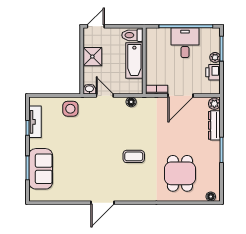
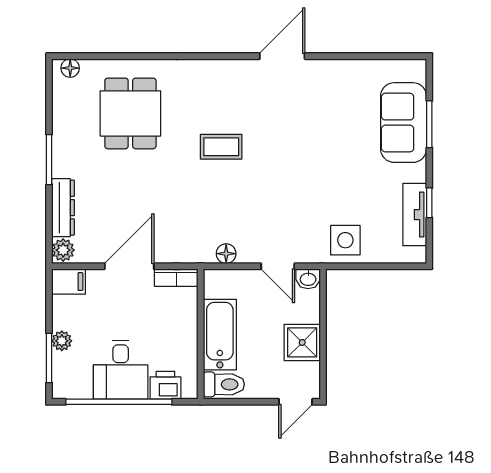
printer: (213, 72) -> (165, 385), moved, turned -90
filing cabinet: (212, 88) -> (69, 282), added

